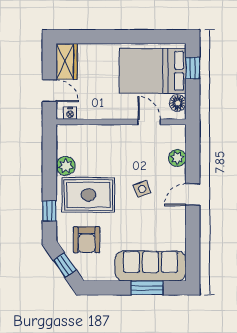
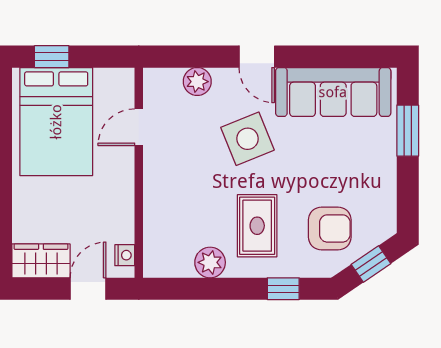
floor lamp: (178, 103) -> (108, 81), removed
side table: (142, 189) -> (248, 139), width x1.87, depth x1.87
rug: (88, 195) -> (257, 226), width x0.73, depth x0.70
sofa: (150, 266) -> (333, 92), moved, turned -90

